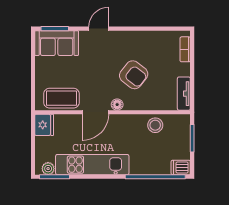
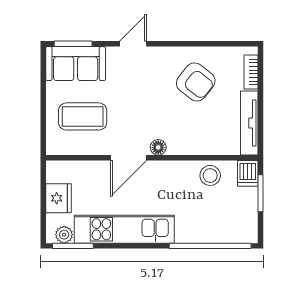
armchair: (134, 75) -> (196, 82), moved
tv unit: (184, 94) -> (249, 123), width x1.41
coffee table: (61, 98) -> (83, 116), moved
fridge: (44, 125) -> (59, 198), moved
dishwasher: (181, 168) -> (248, 173), moved, turned -90

